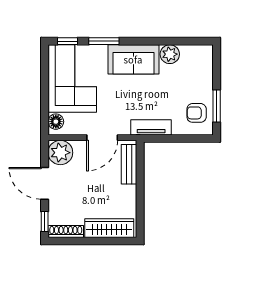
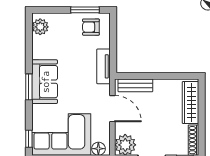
window: (104, 41) -> (29, 87), moved
plant: (170, 54) -> (40, 27), moved
armchair: (197, 113) -> (91, 27), turned 90

